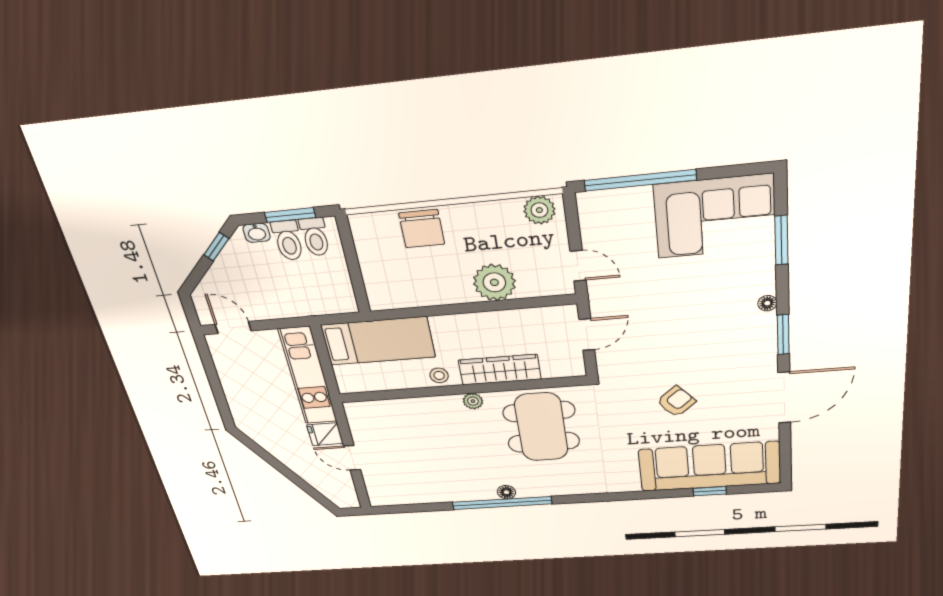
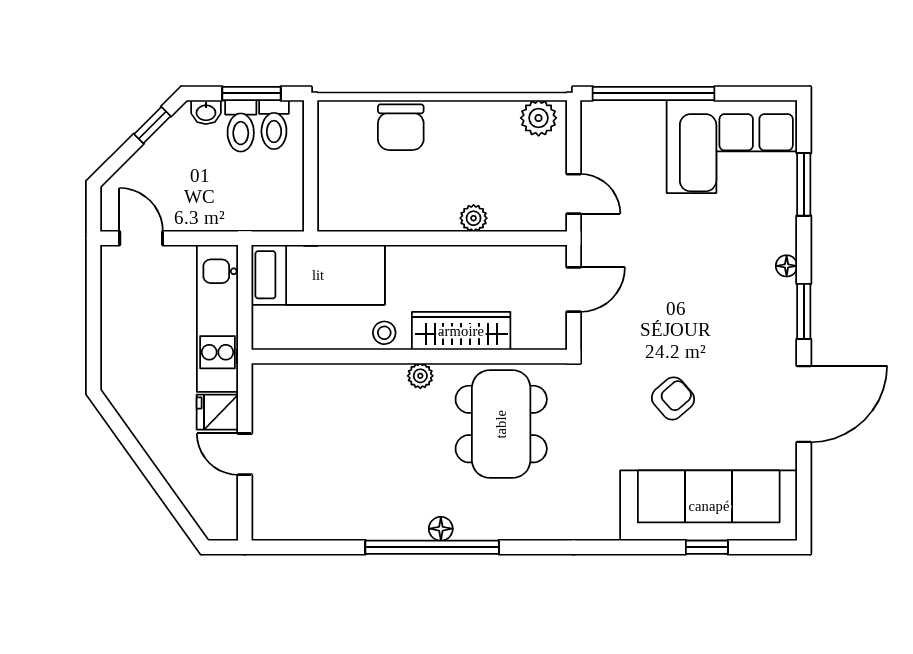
plant: (494, 282) -> (474, 218), width x0.53, depth x0.53

